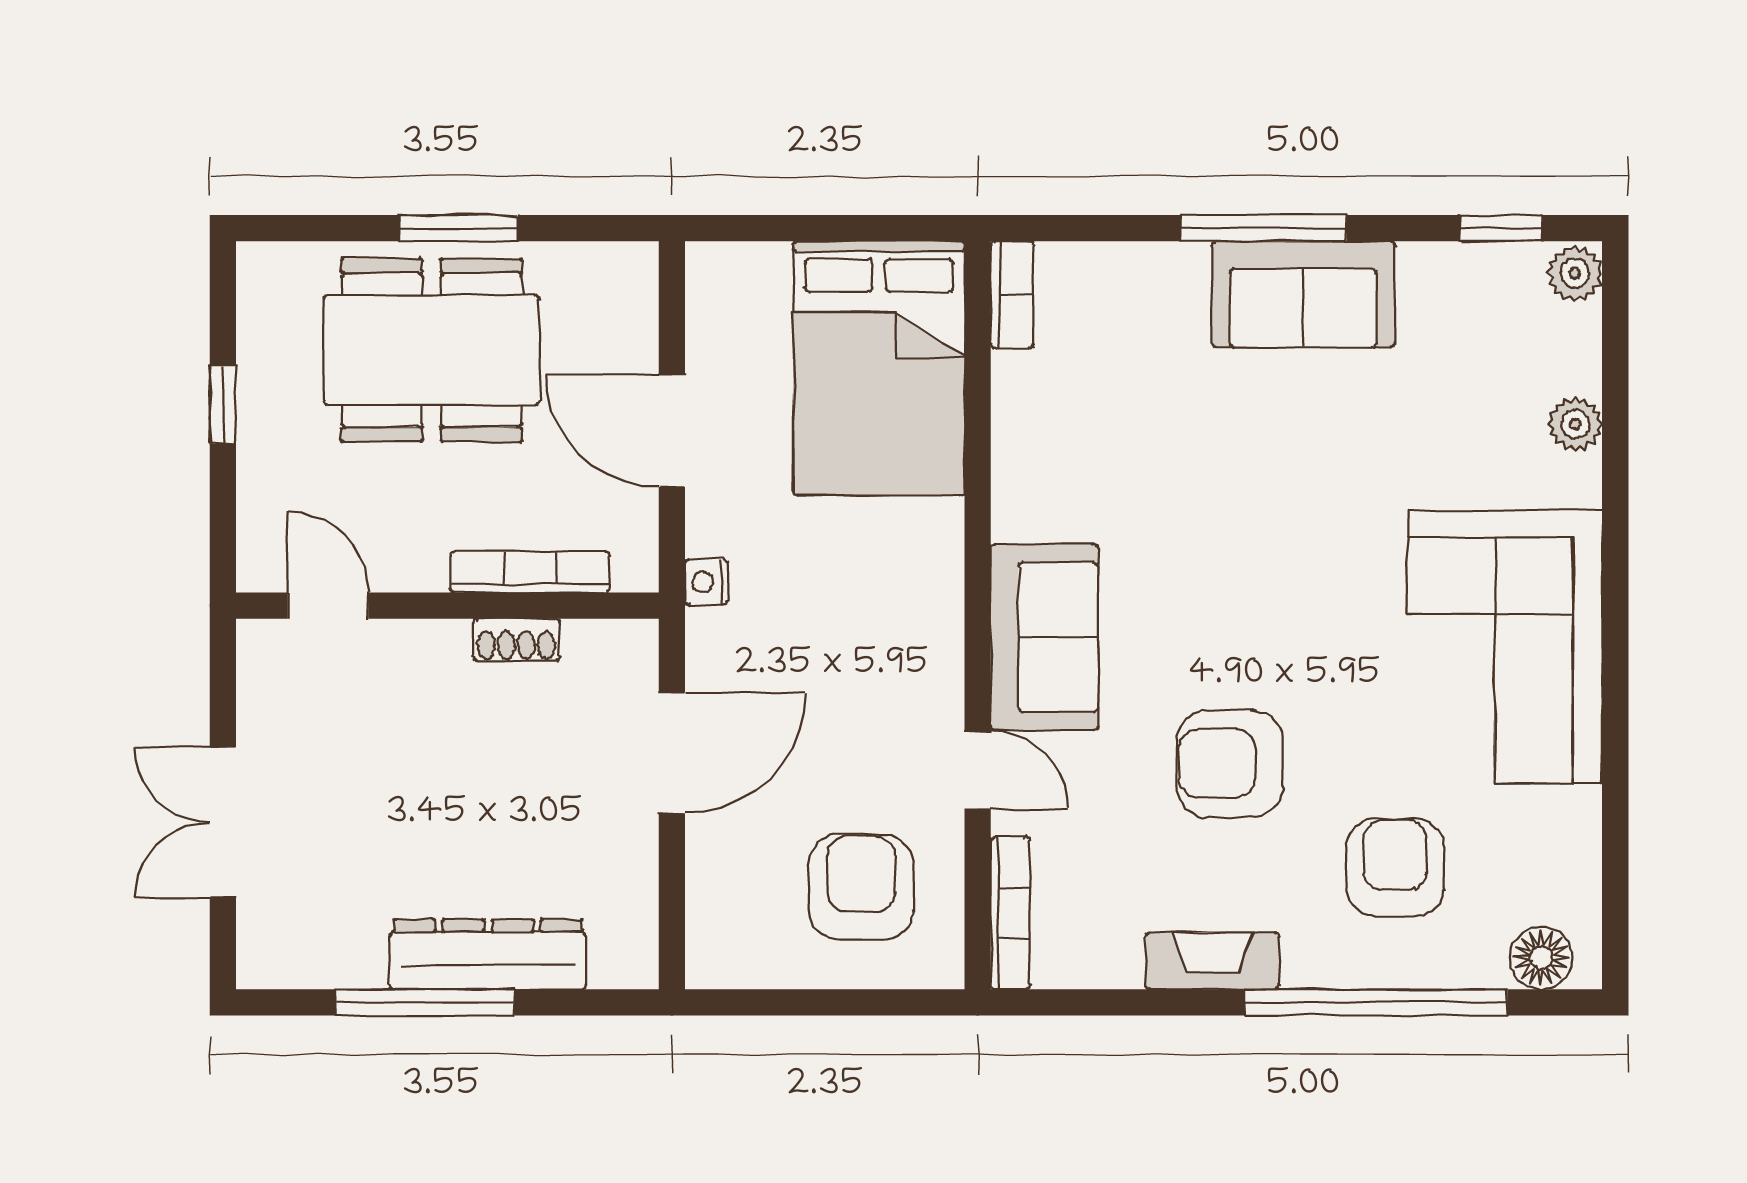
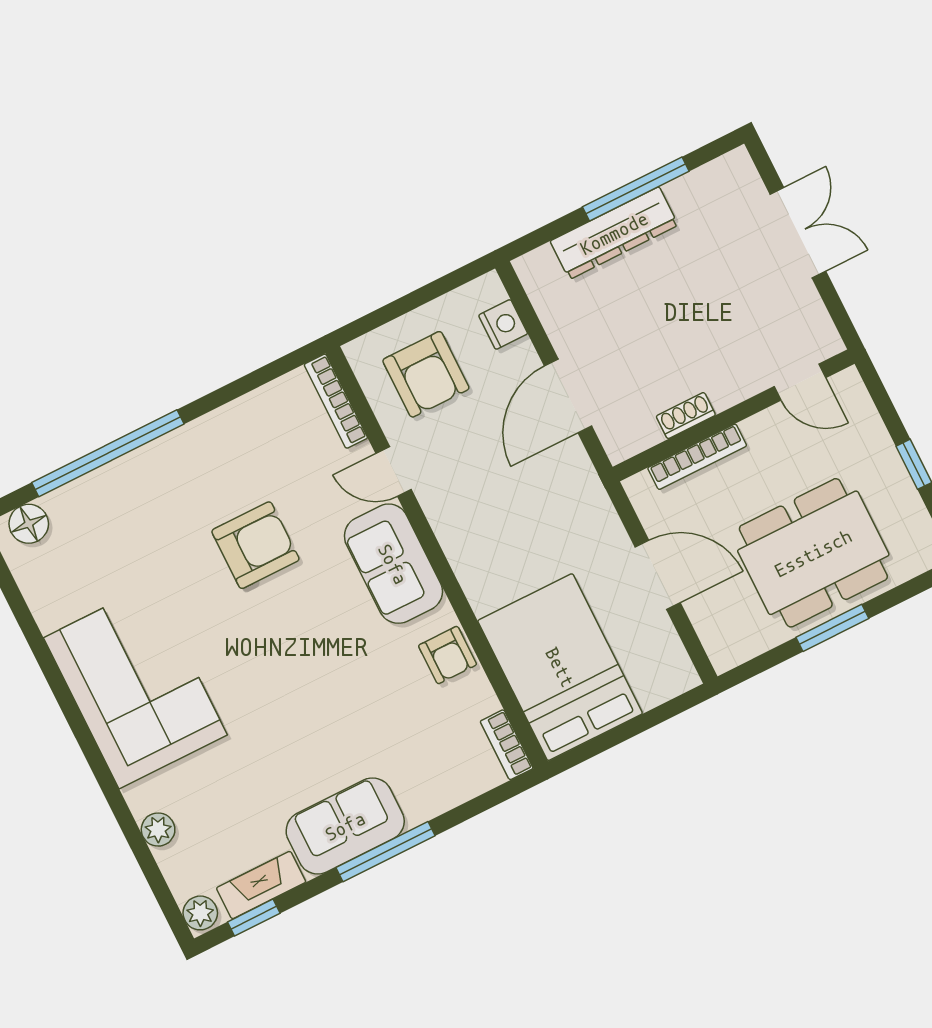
nightstand: (706, 582) -> (503, 324), moved, width x1.39, depth x1.35
armchair: (1395, 867) -> (448, 655), moved, width x0.72, depth x0.72
fireplace: (1212, 961) -> (261, 885), moved, turned 180

